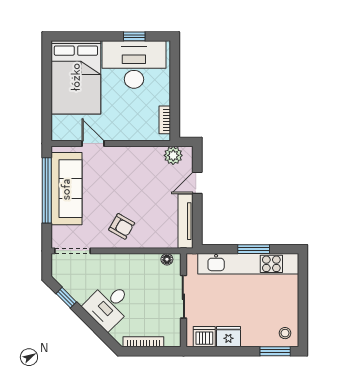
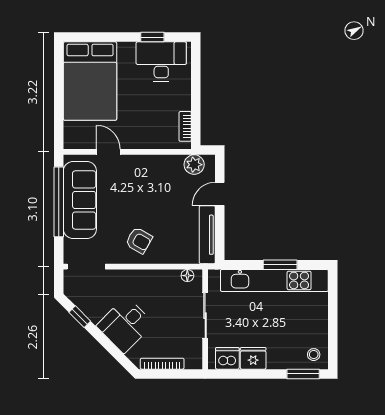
desk: (134, 65) -> (161, 61), width x0.73, depth x0.77

